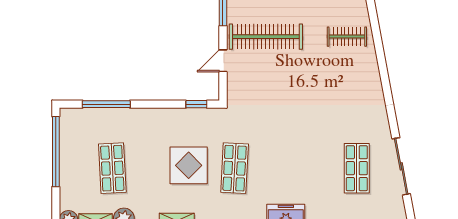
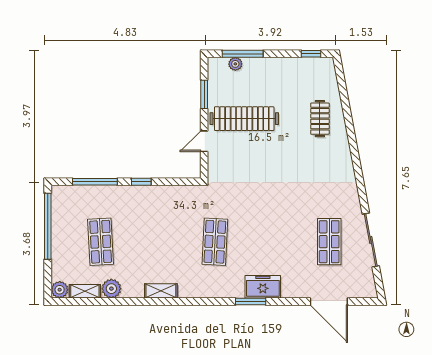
clothes rail: (347, 37) -> (320, 119), turned 90
window: (196, 104) -> (141, 182), moved
display table: (189, 165) -> (172, 239), removed

